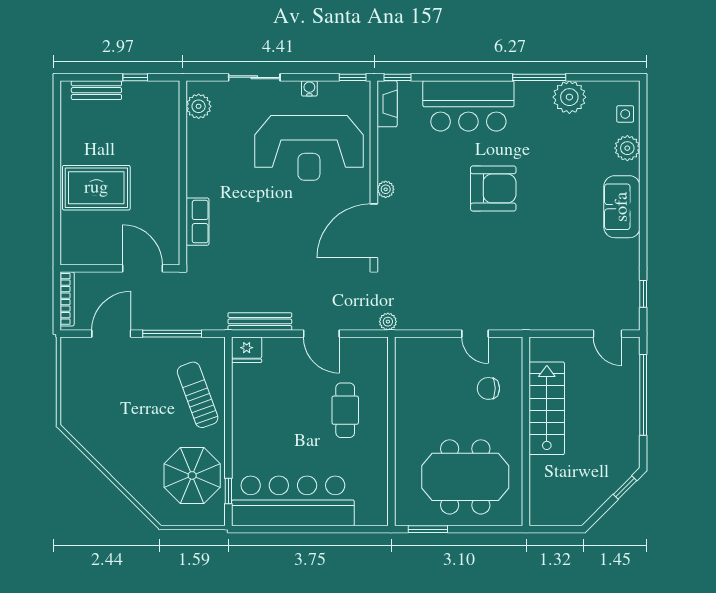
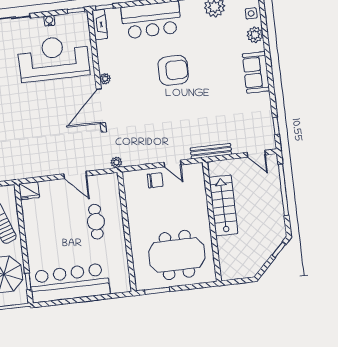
reception desk: (309, 148) -> (54, 58), turned 180
bench: (260, 321) -> (211, 151), moved
chair: (488, 388) -> (155, 180), moved, turned 180

